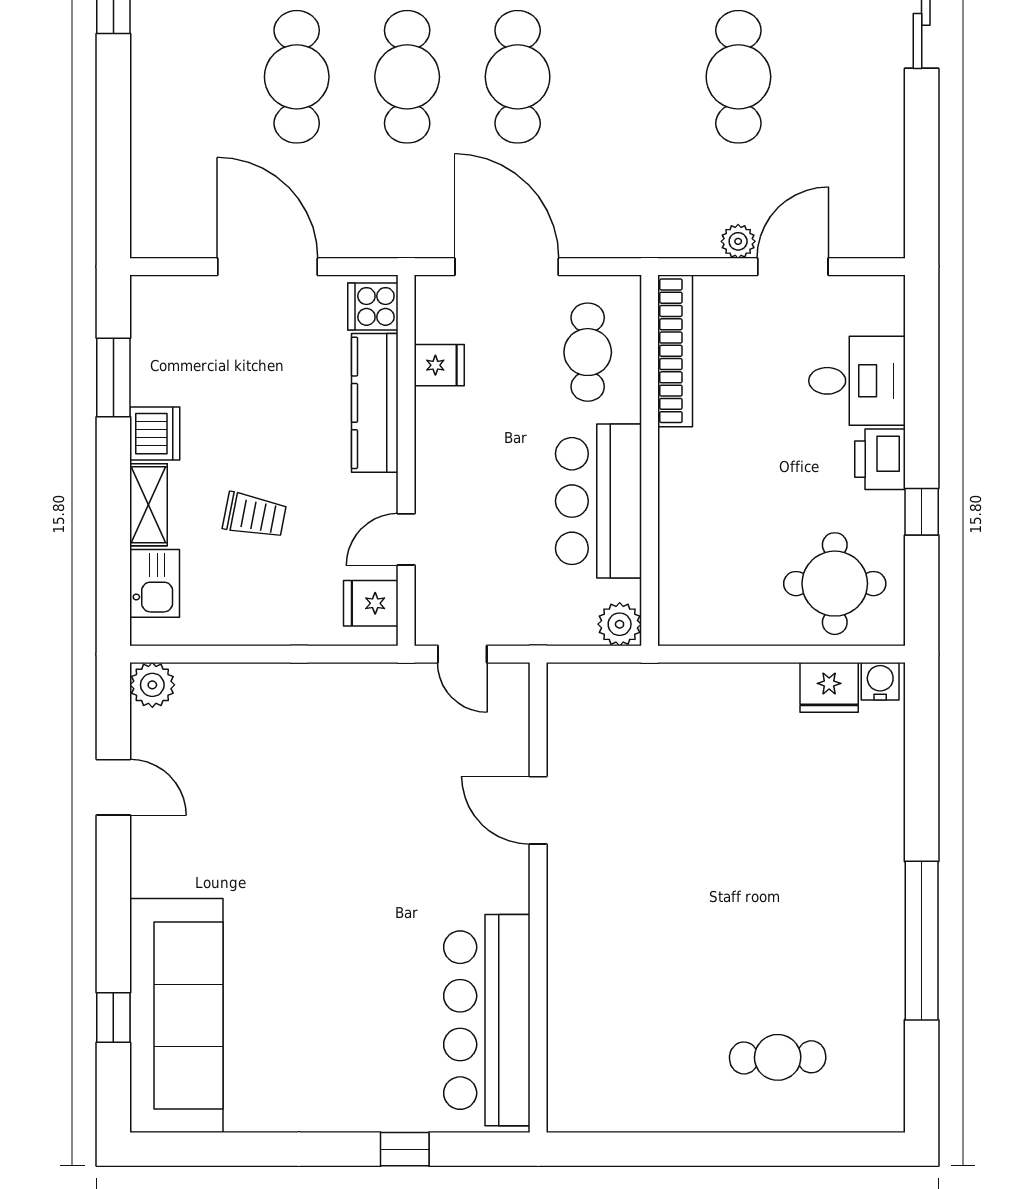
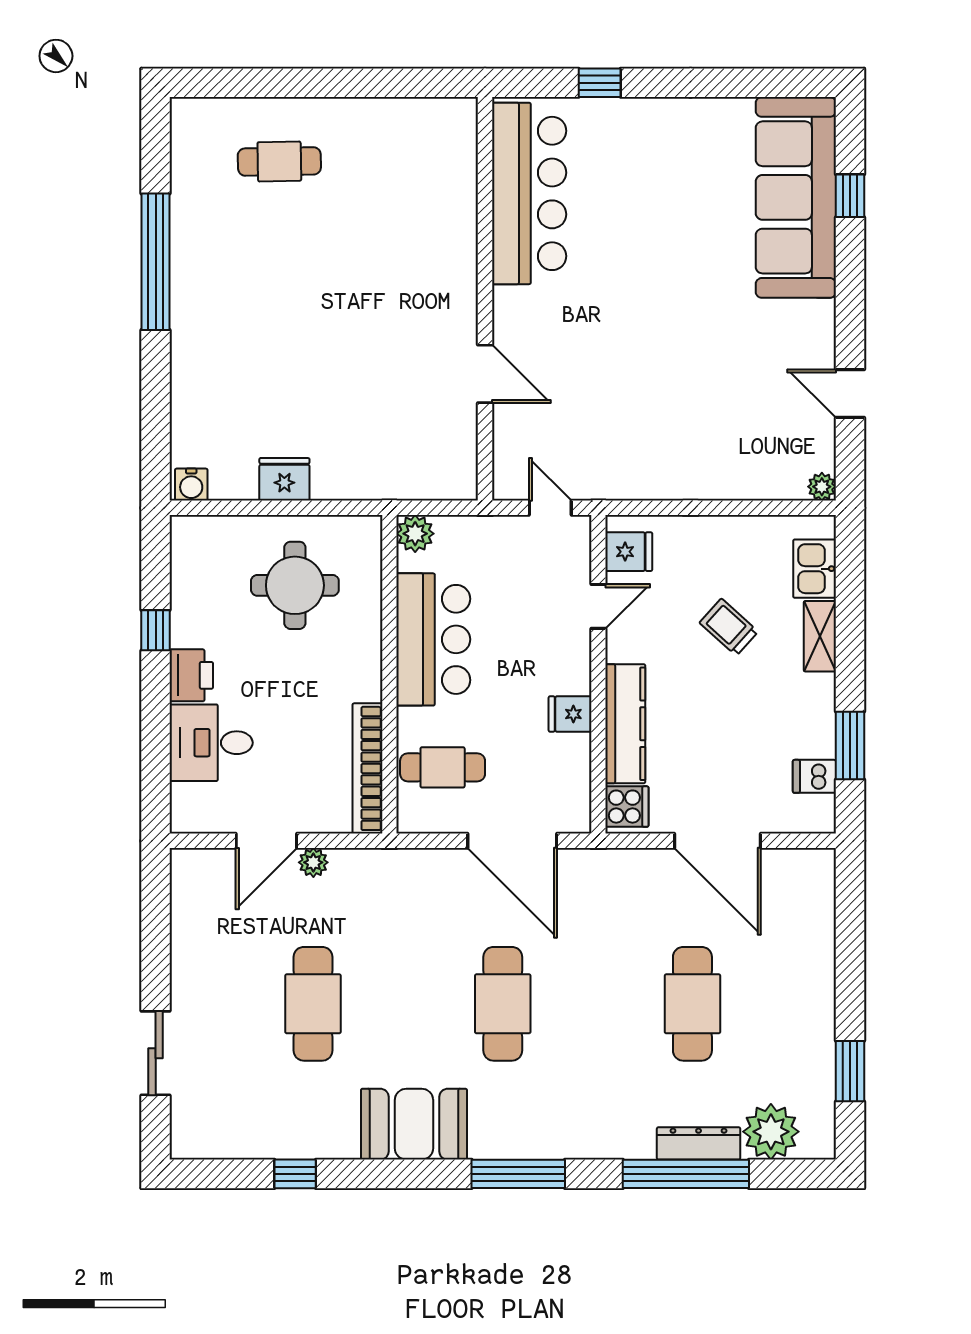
cafe table: (407, 77) -> (598, 1004), removed
cafe table: (588, 352) -> (443, 767), turned 90
fridge: (439, 365) -> (570, 714), moved
dishwasher: (155, 434) -> (814, 776), moved, width x0.73
trolley: (254, 515) -> (729, 627), turned 31
round table: (835, 584) -> (295, 585), moved
plant: (152, 685) -> (822, 487), width x0.73, depth x0.73
fridge: (829, 687) -> (284, 479), moved

